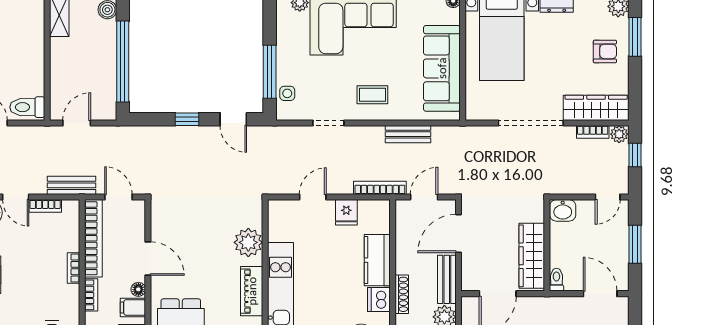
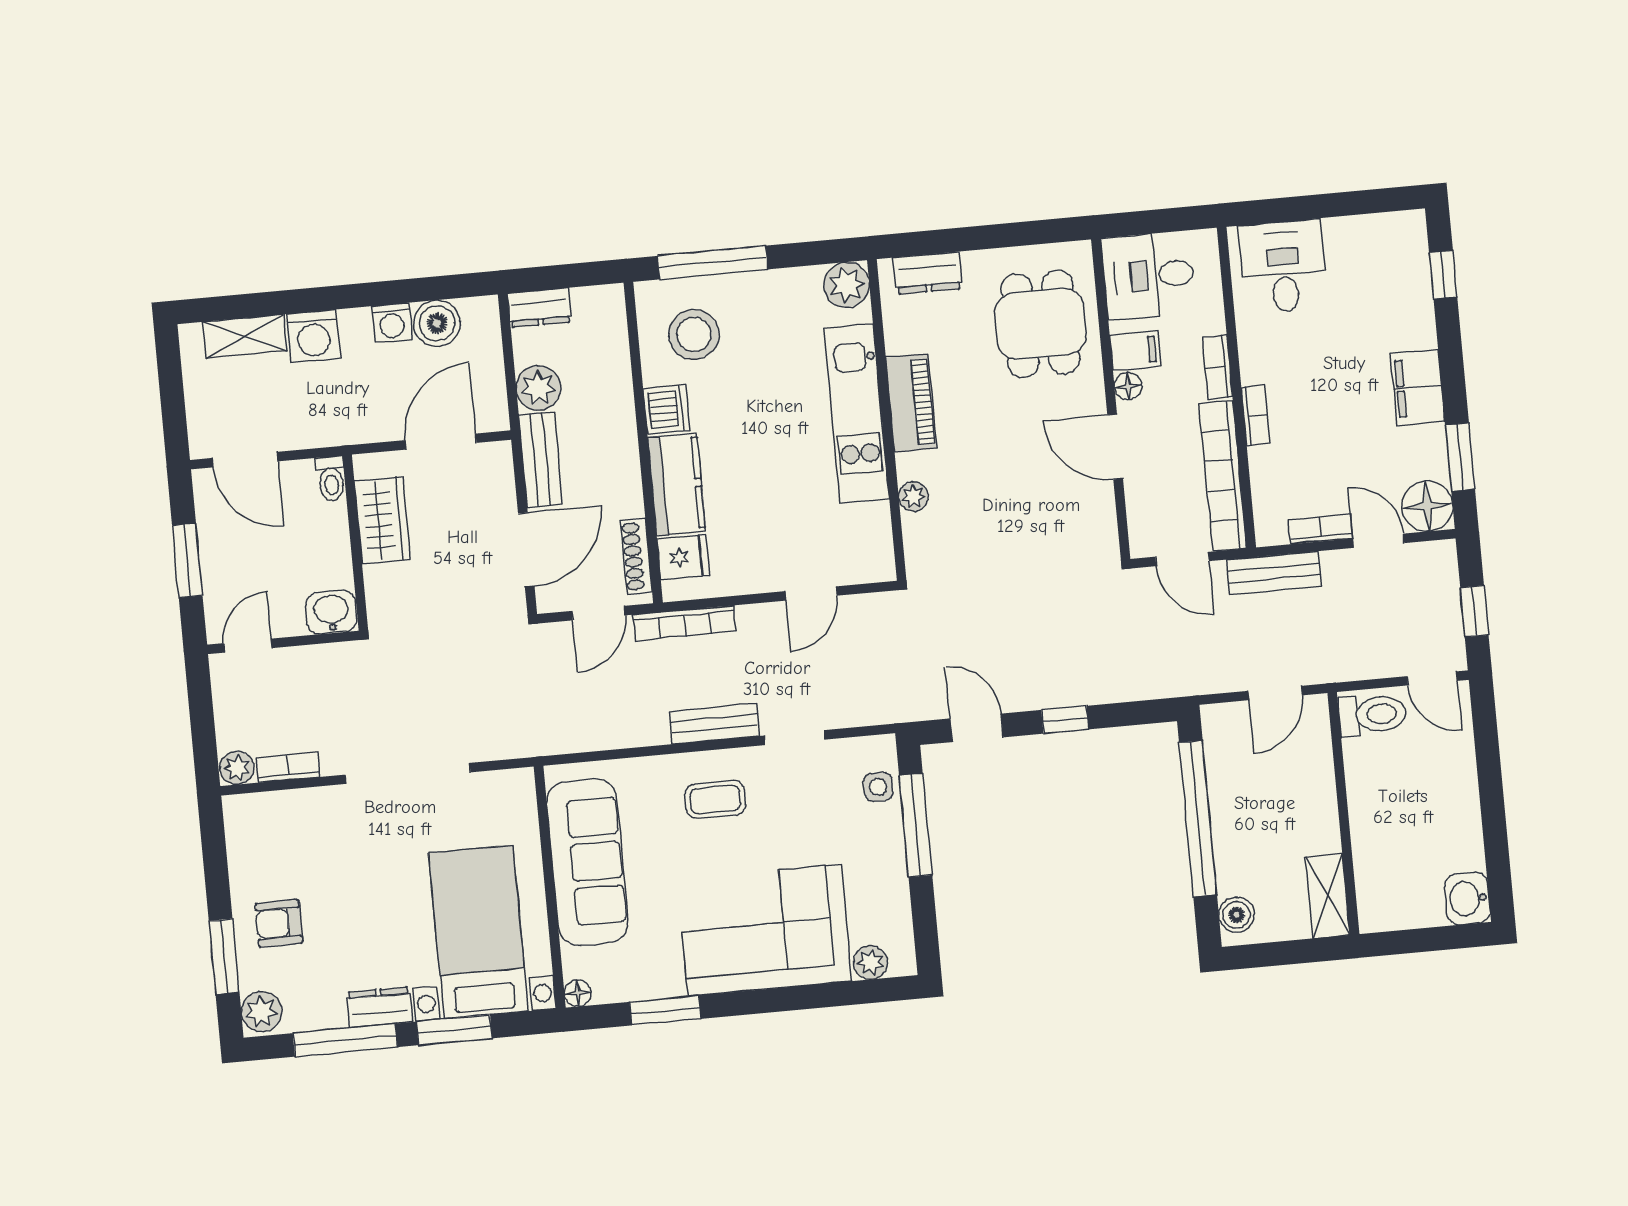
wardrobe: (596, 108) -> (286, 814), removed
bench: (408, 134) -> (714, 724), moved
window: (635, 155) -> (203, 731), removed
fridge: (346, 212) -> (683, 557), moved, turned 90
plant: (248, 242) -> (913, 496), width x0.53, depth x0.53
wardrobe: (532, 256) -> (382, 520), width x0.67
shoe rack: (402, 294) -> (636, 556), moved

